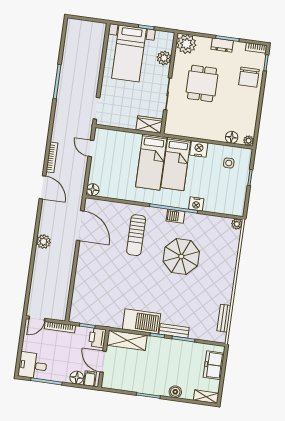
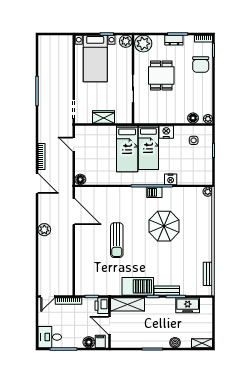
plant: (164, 58) -> (126, 41), moved
wardrobe: (149, 125) -> (104, 117), moved
sun lounger: (136, 235) -> (117, 240), moved
freezer: (214, 365) -> (188, 305), moved, turned -90

